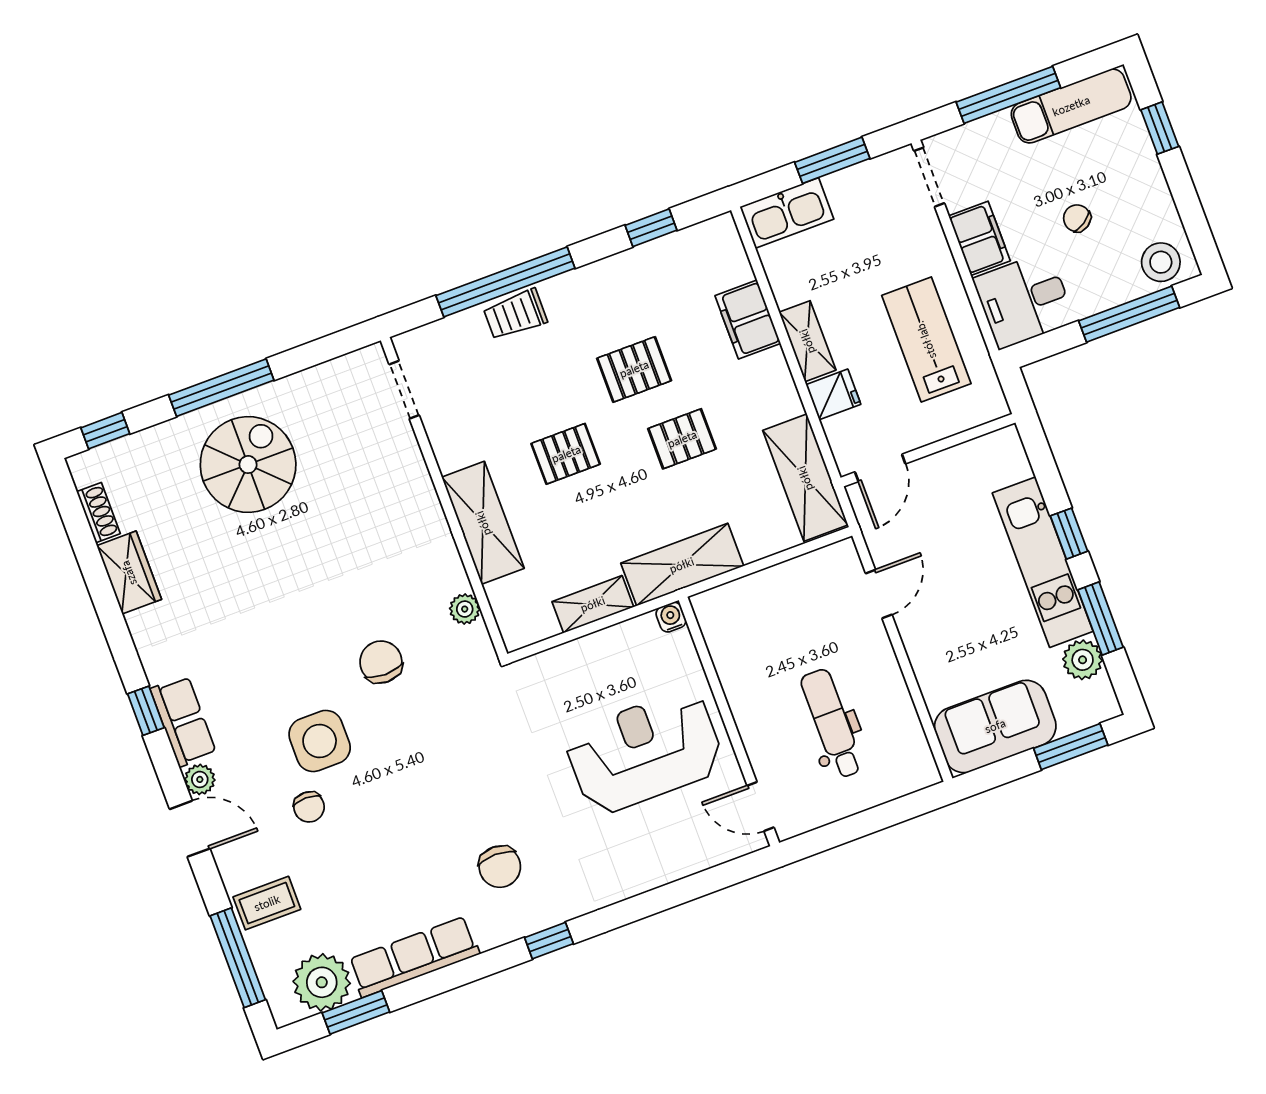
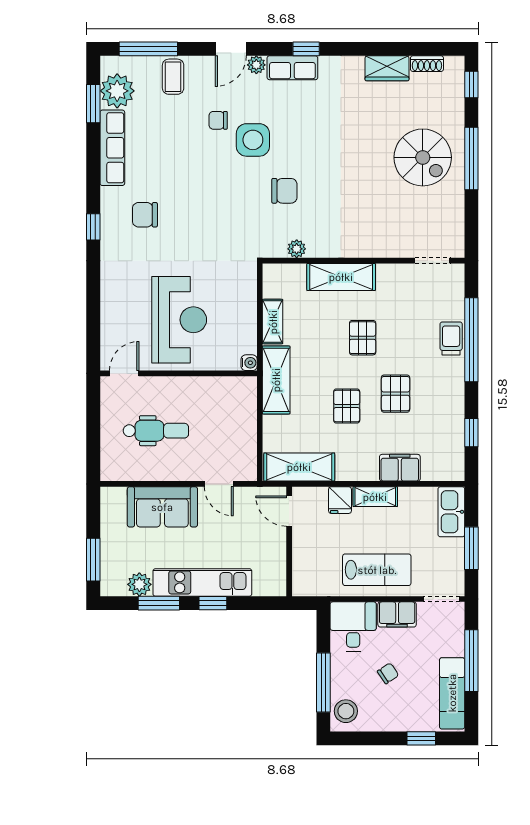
lab bench: (926, 340) -> (377, 570), moved
sofa: (995, 726) -> (162, 507), moved, turned 90

